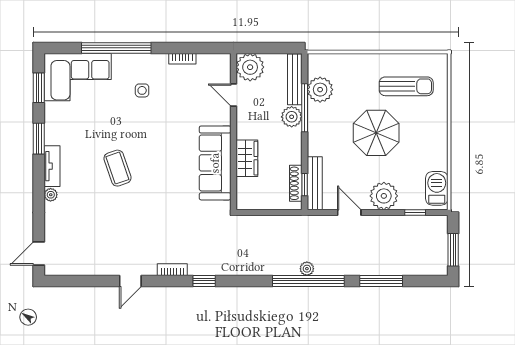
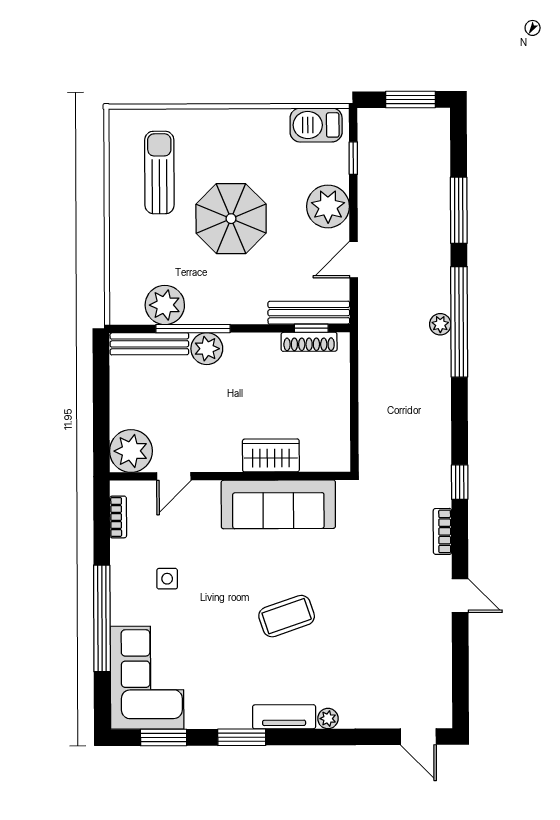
plant: (250, 67) -> (131, 451), moved
door: (234, 95) -> (174, 476), moved
wall: (234, 132) -> (230, 476), moved
wardrobe: (247, 158) -> (271, 455), moved
sofa: (215, 163) -> (278, 504), moved

